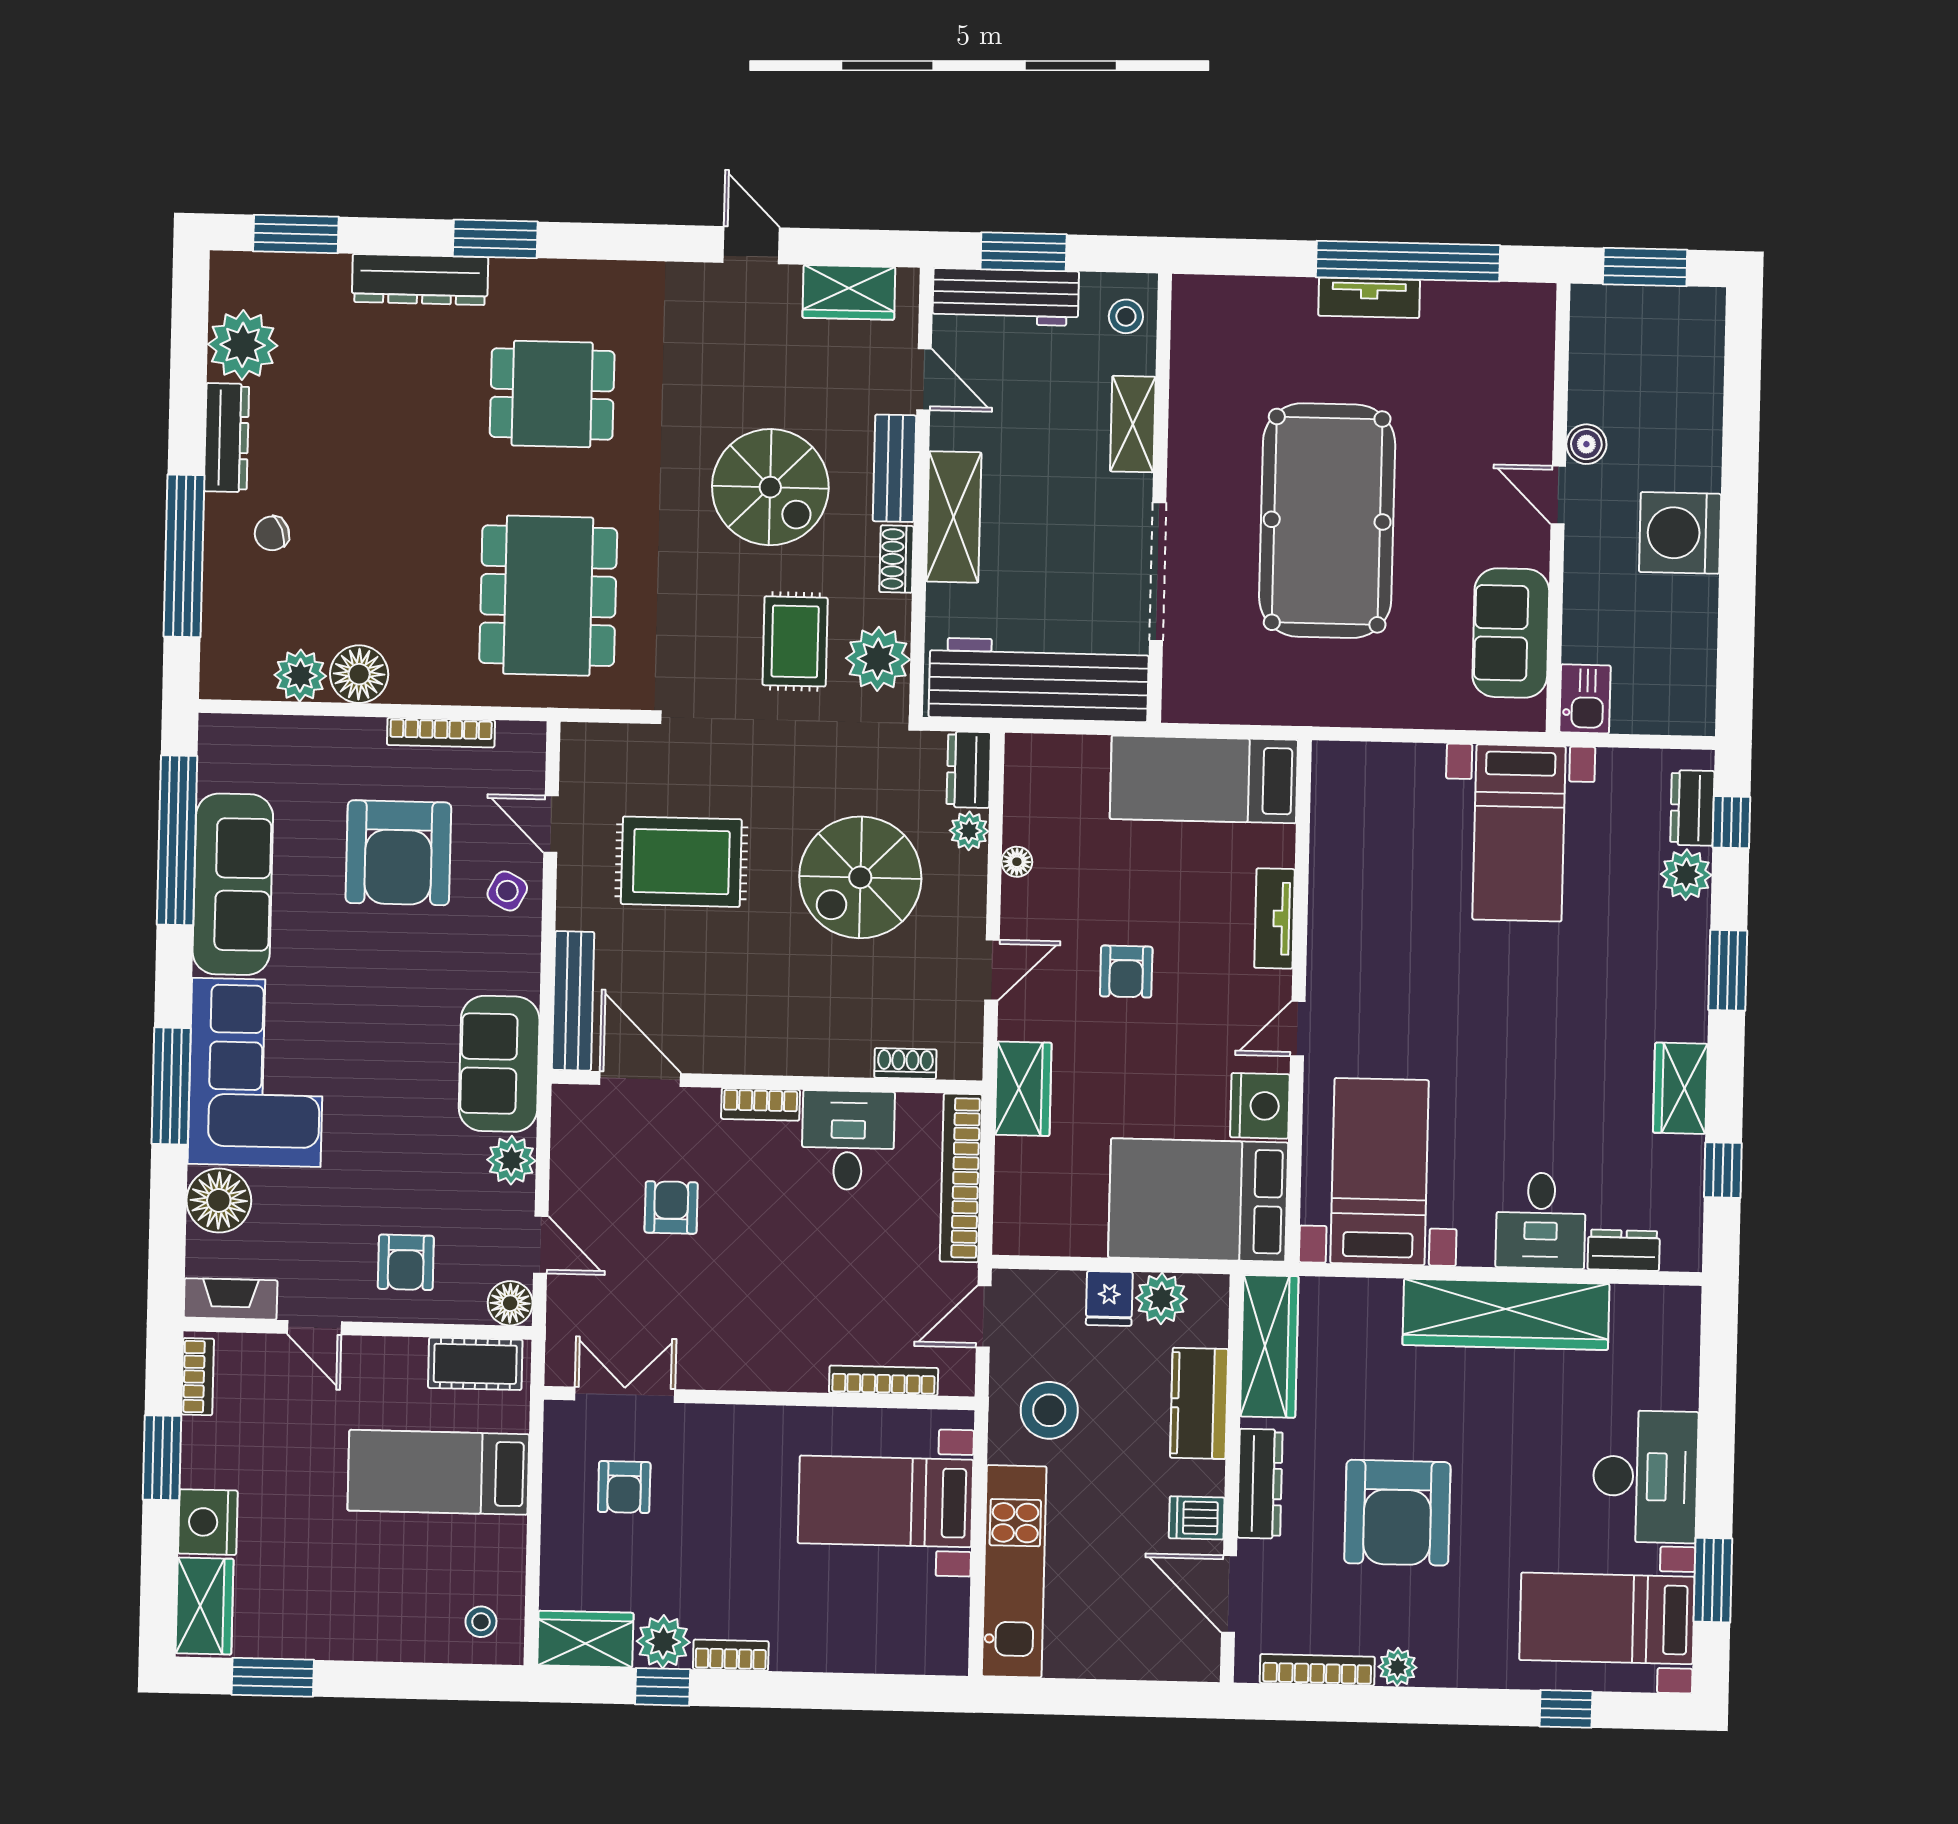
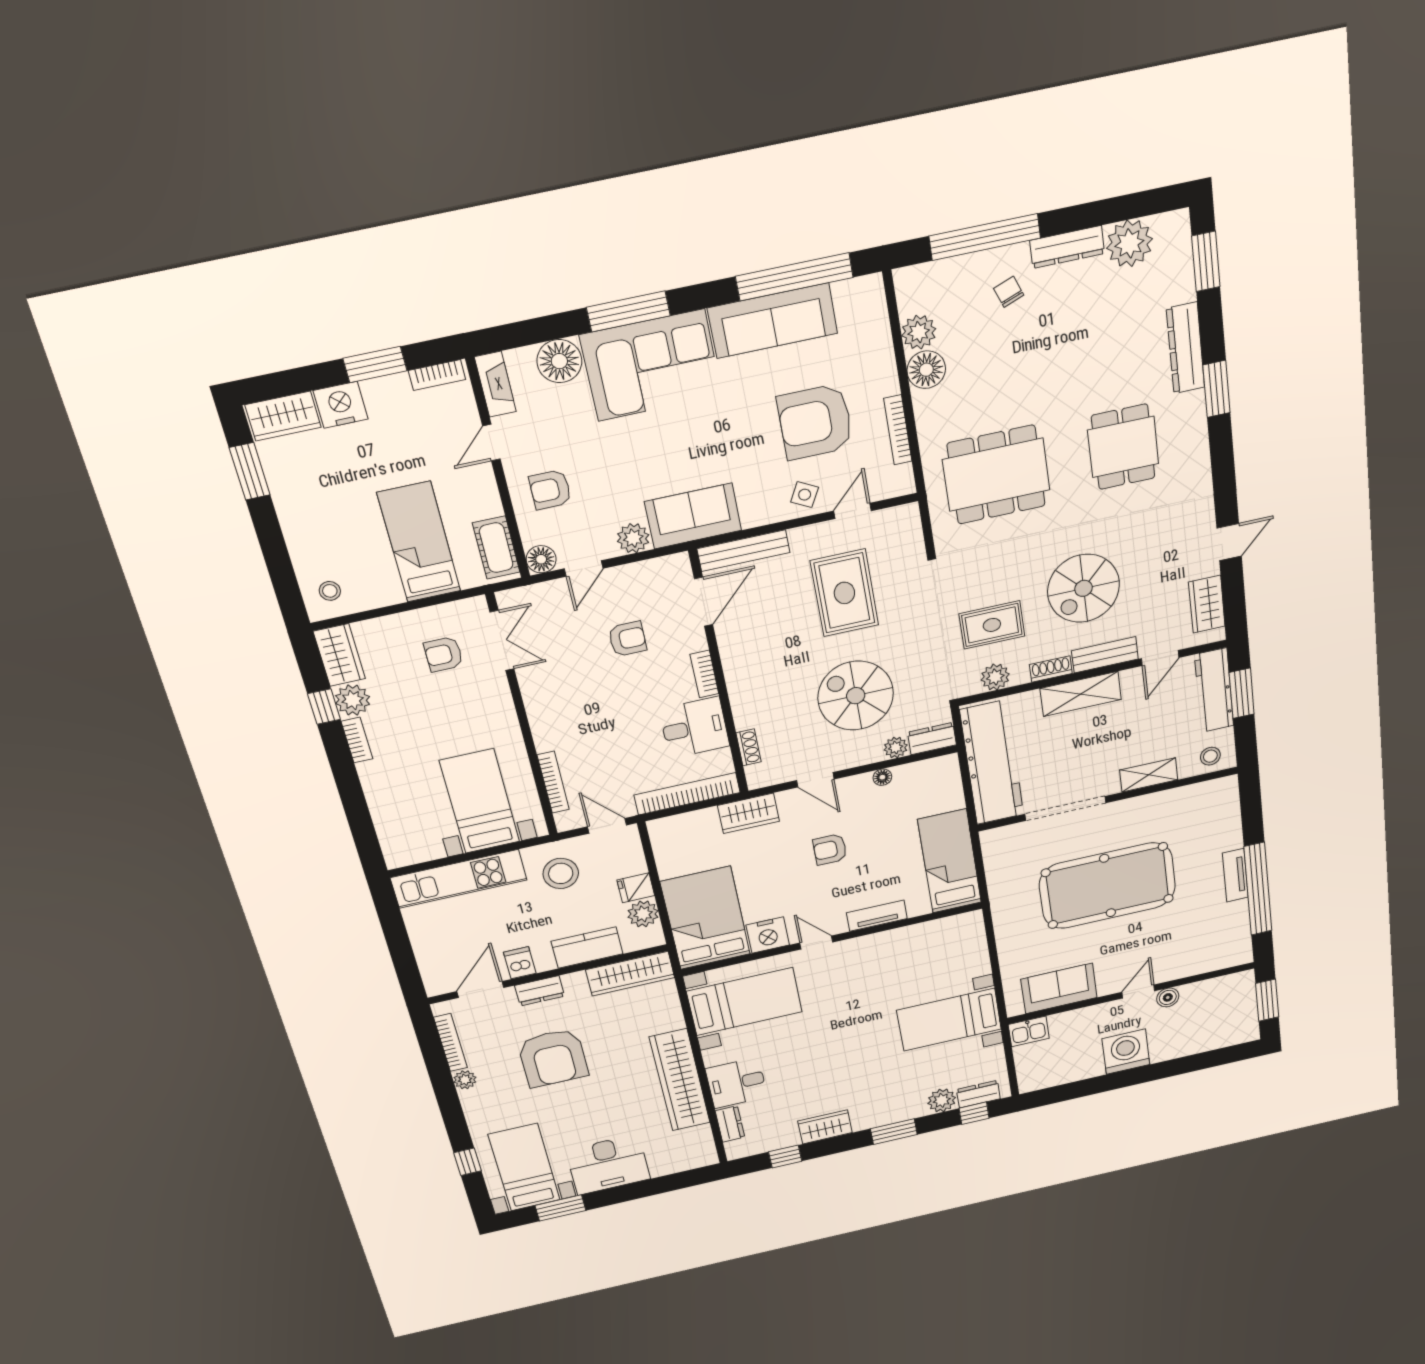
plant: (878, 659) -> (995, 677), width x0.73, depth x0.73
dresser: (1260, 1484) -> (540, 991), width x0.70
armchair: (1397, 1513) -> (553, 1058), turned -90

